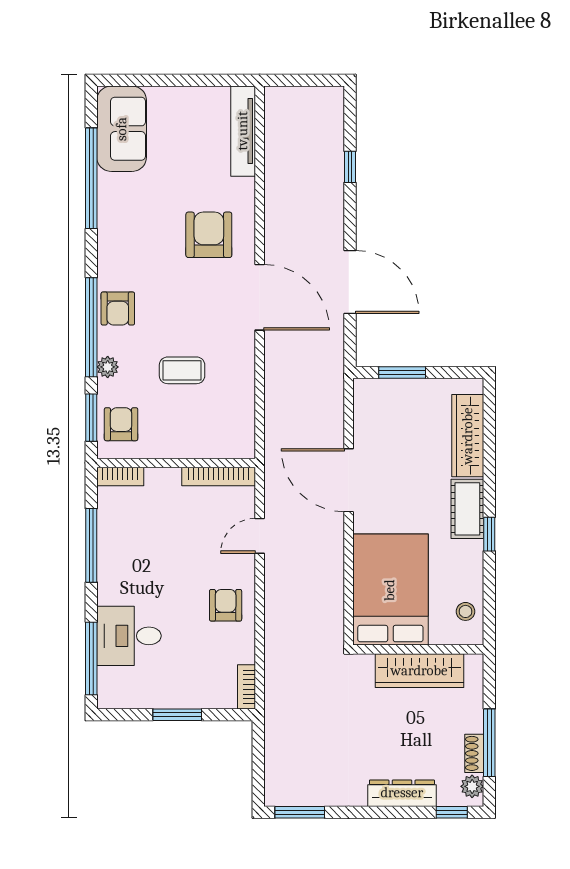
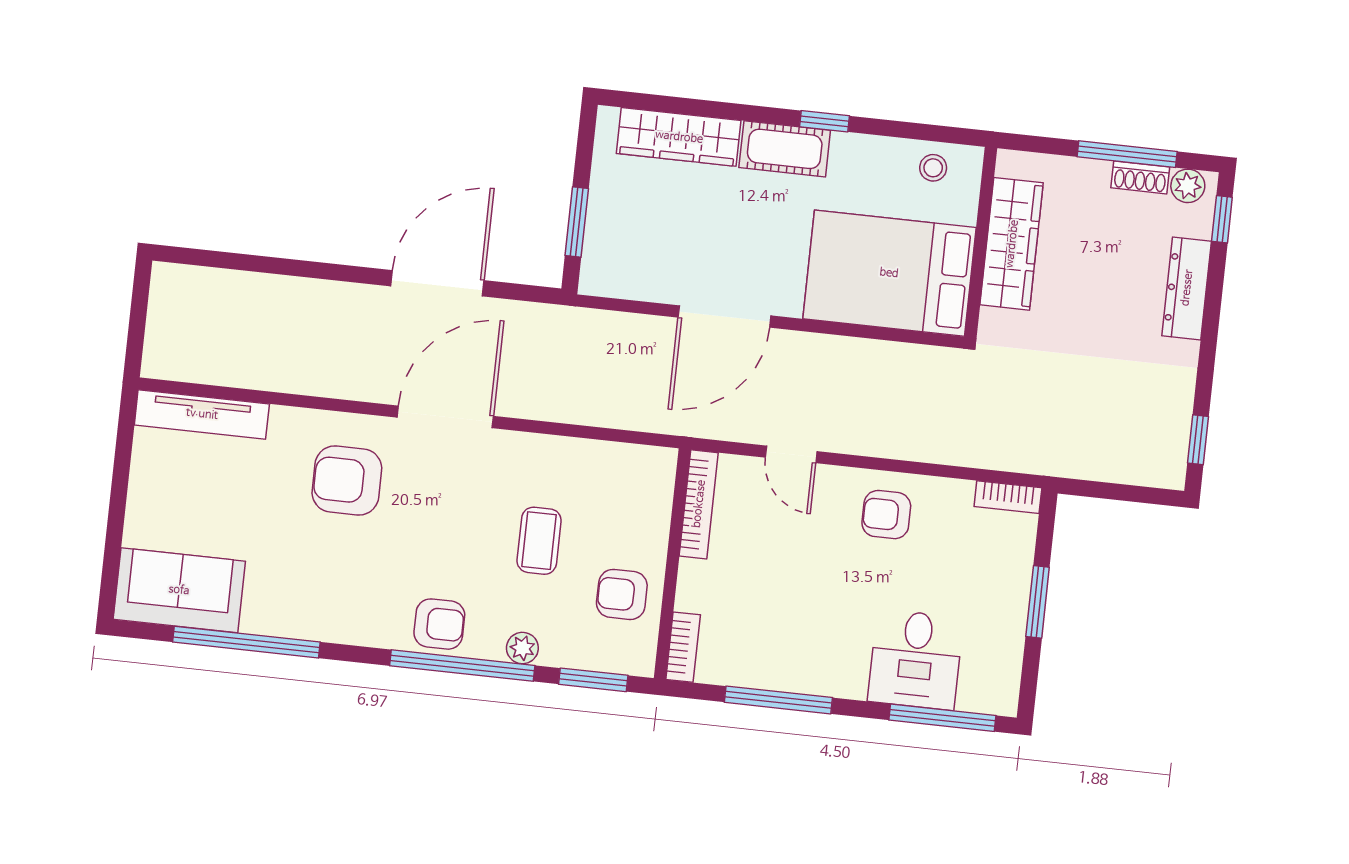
window: (350, 167) -> (271, 265), removed
armchair: (121, 424) -> (622, 594), moved
window: (300, 812) -> (1198, 440), width x0.67

